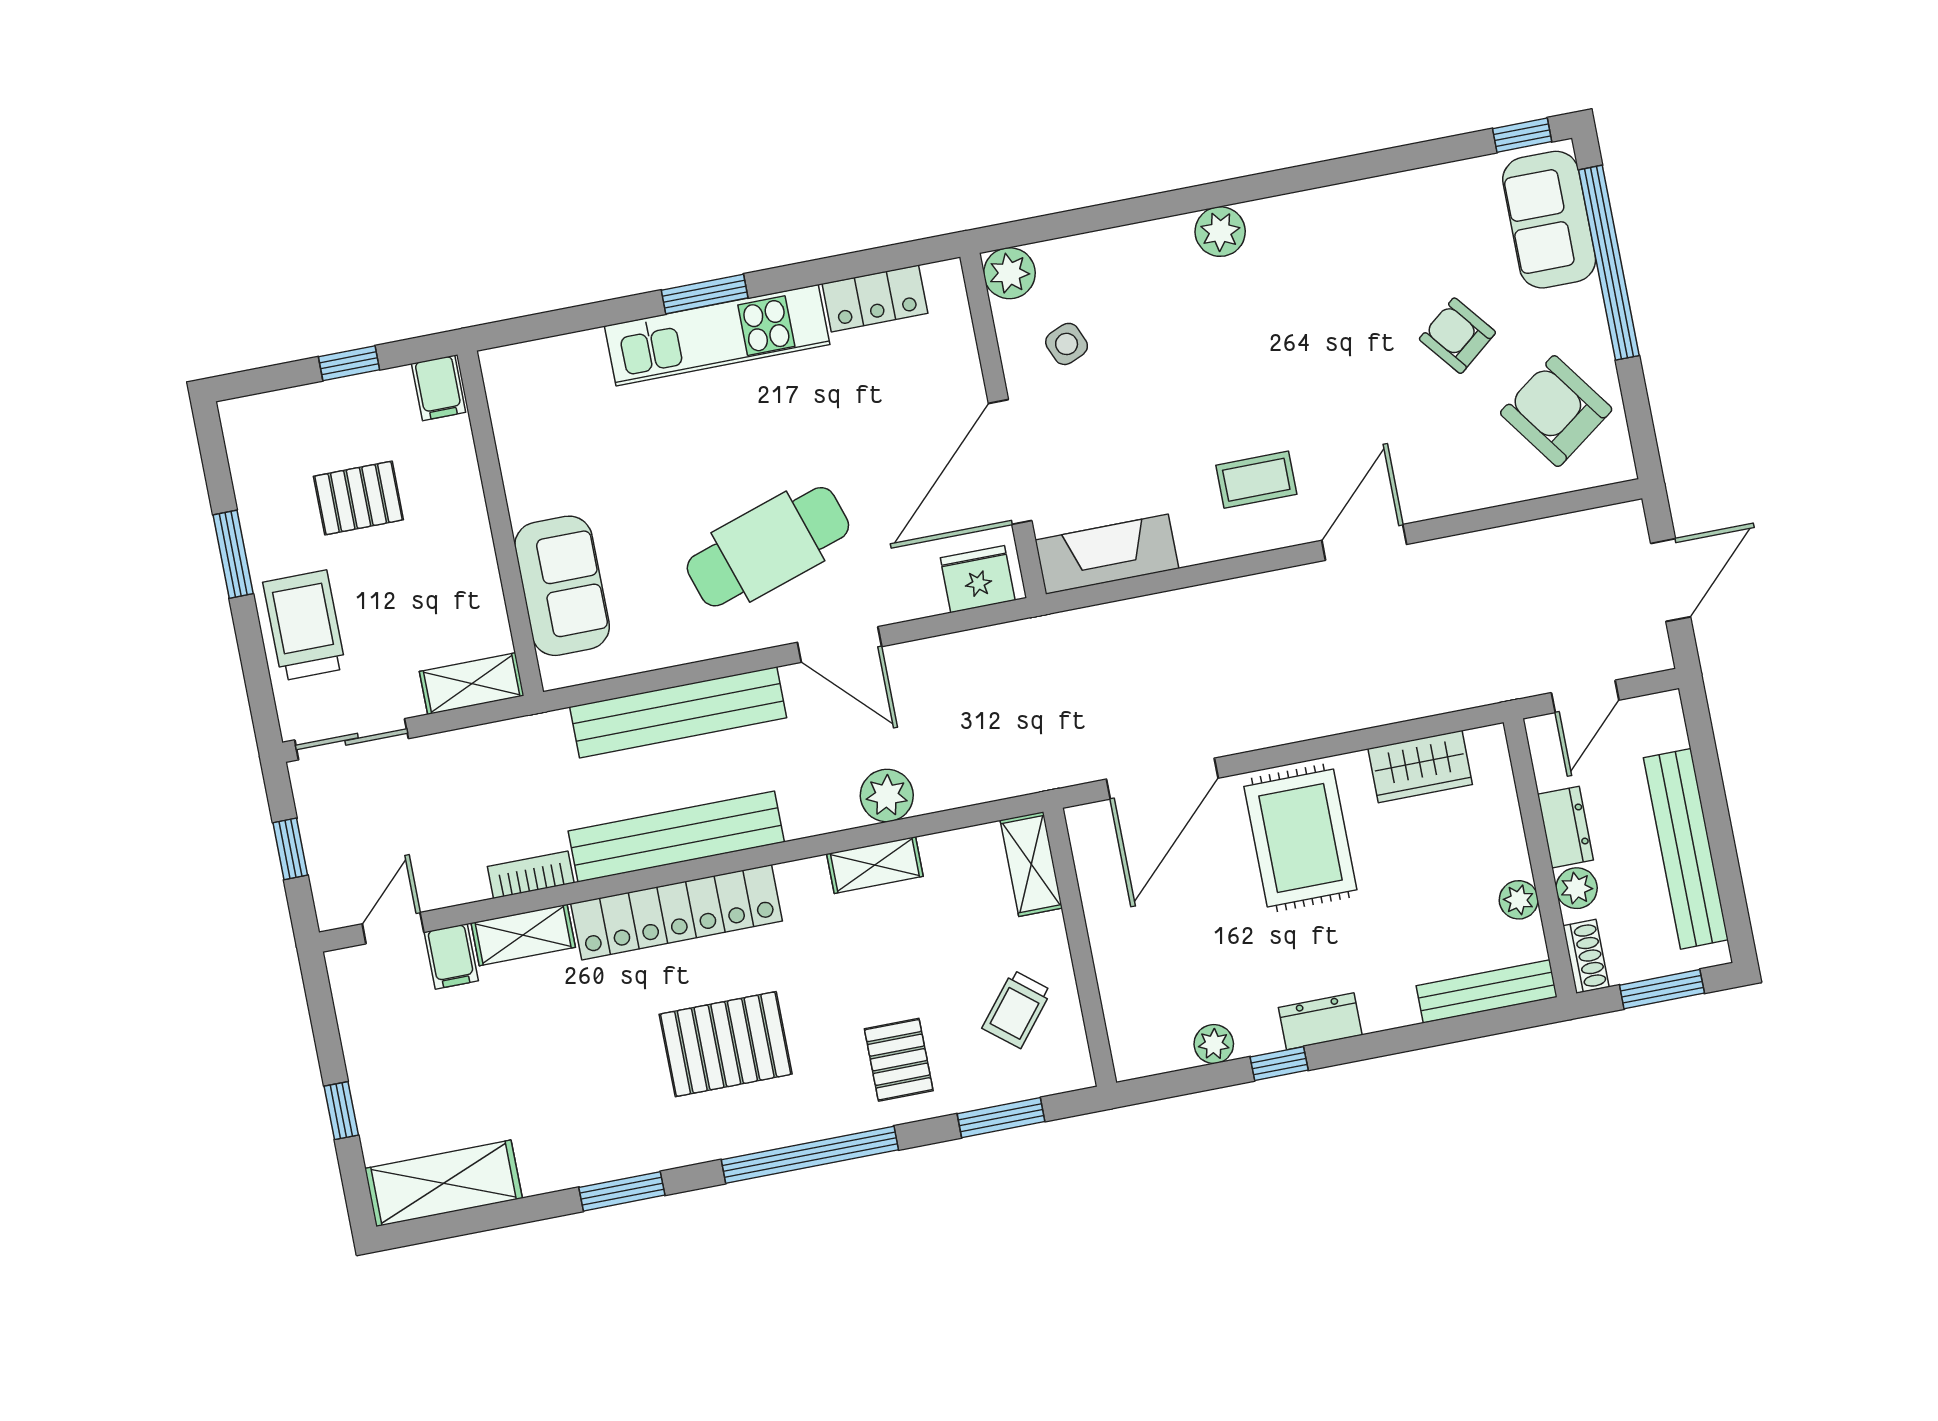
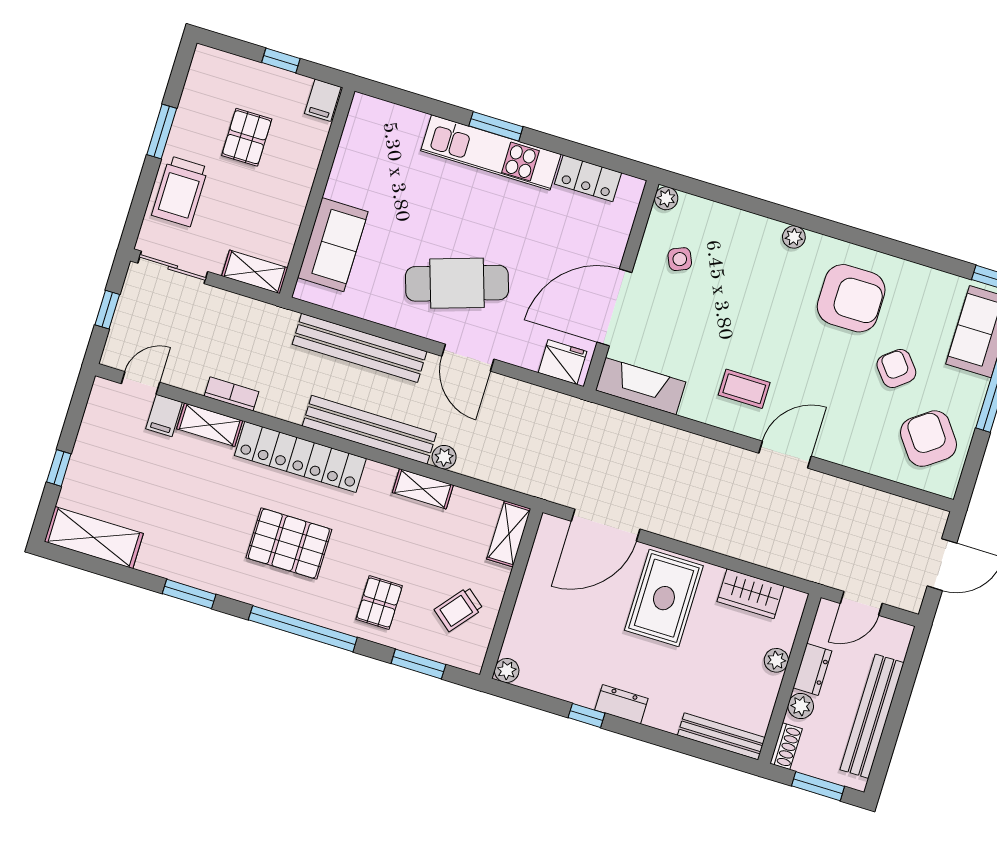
plant: (1220, 232) -> (794, 237), width x0.73, depth x0.73
armchair: (1340, 270) -> (851, 298), added
plant: (1009, 273) -> (666, 198), width x0.73, depth x0.73
pallet: (358, 498) -> (247, 137), turned 90
trolley: (304, 625) -> (180, 191), turned 180
plant: (887, 795) -> (444, 457), width x0.73, depth x0.73
bench: (676, 837) -> (369, 430), moved
plant: (1519, 900) -> (776, 660), moved
plant: (1214, 1044) -> (507, 670), moved

